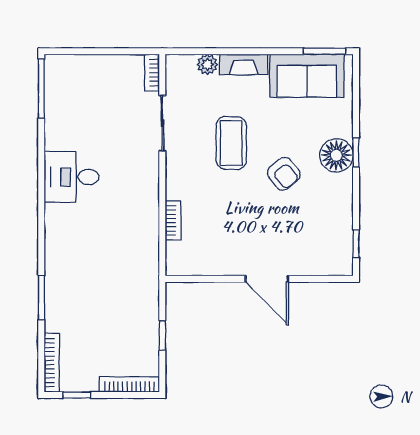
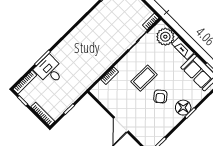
plant: (207, 64) -> (165, 37), width x1.87, depth x1.87
coffee table: (231, 143) -> (144, 78), moved
desk: (72, 177) -> (50, 70), moved

